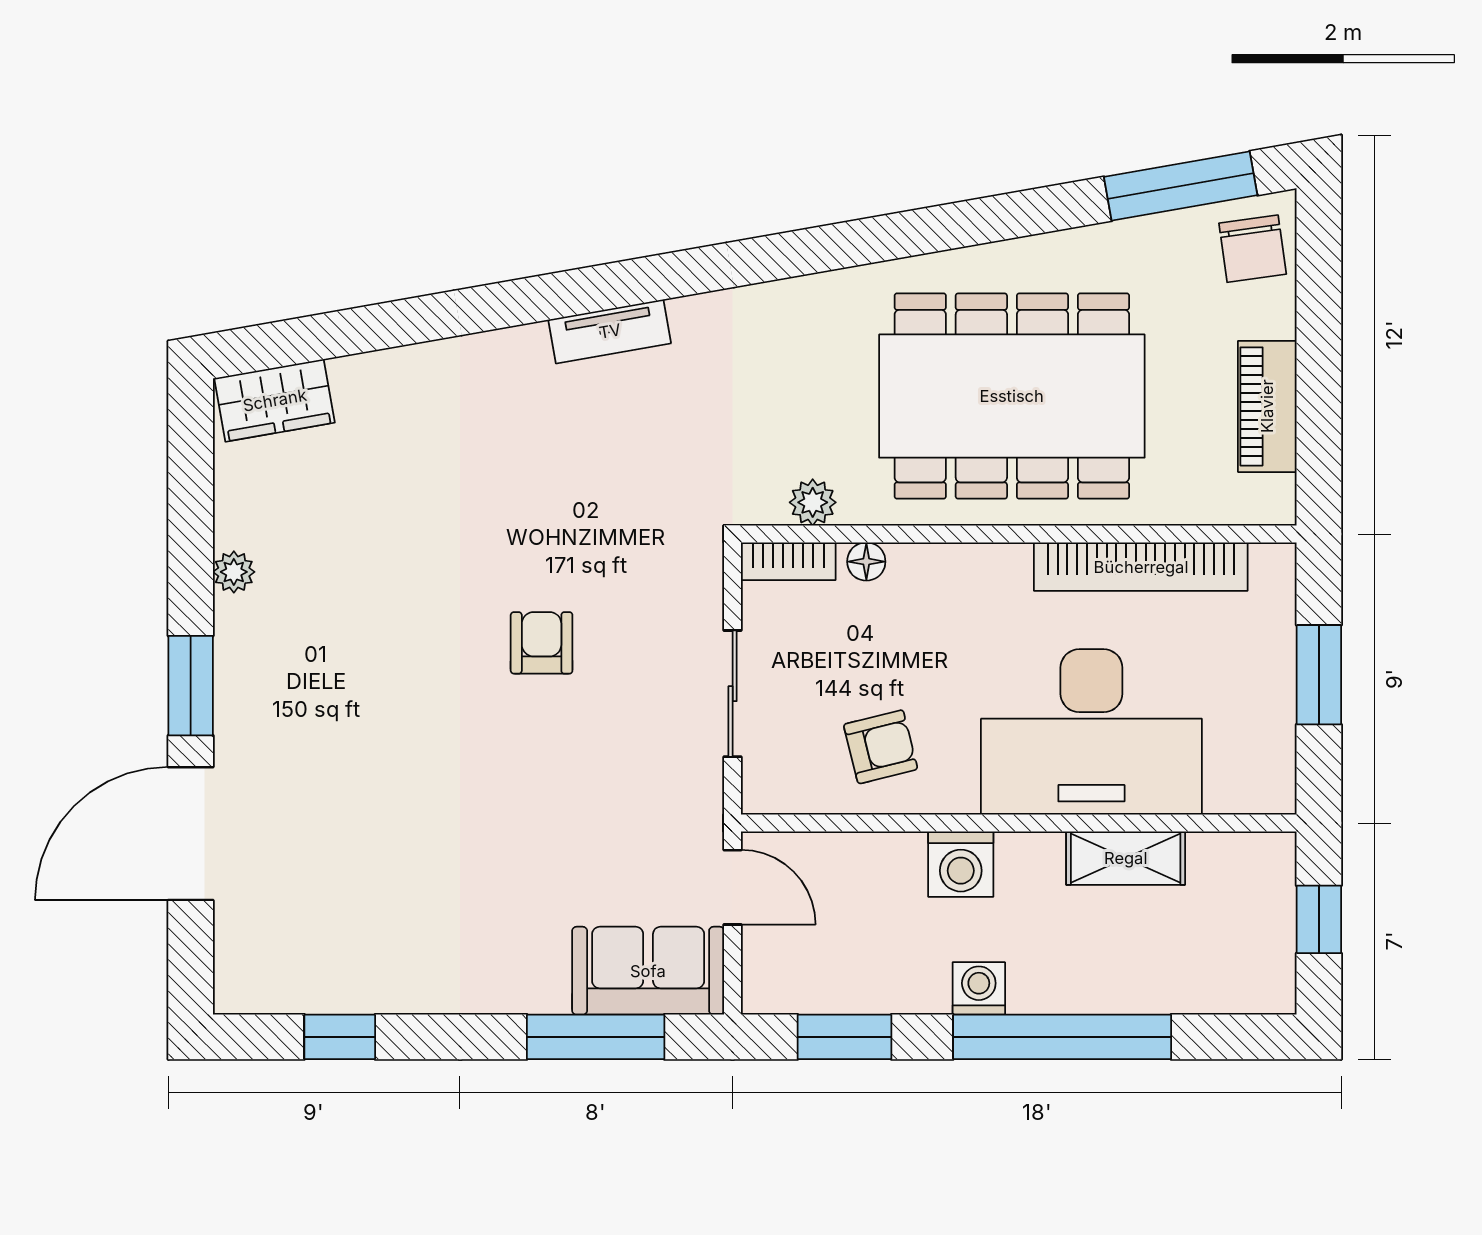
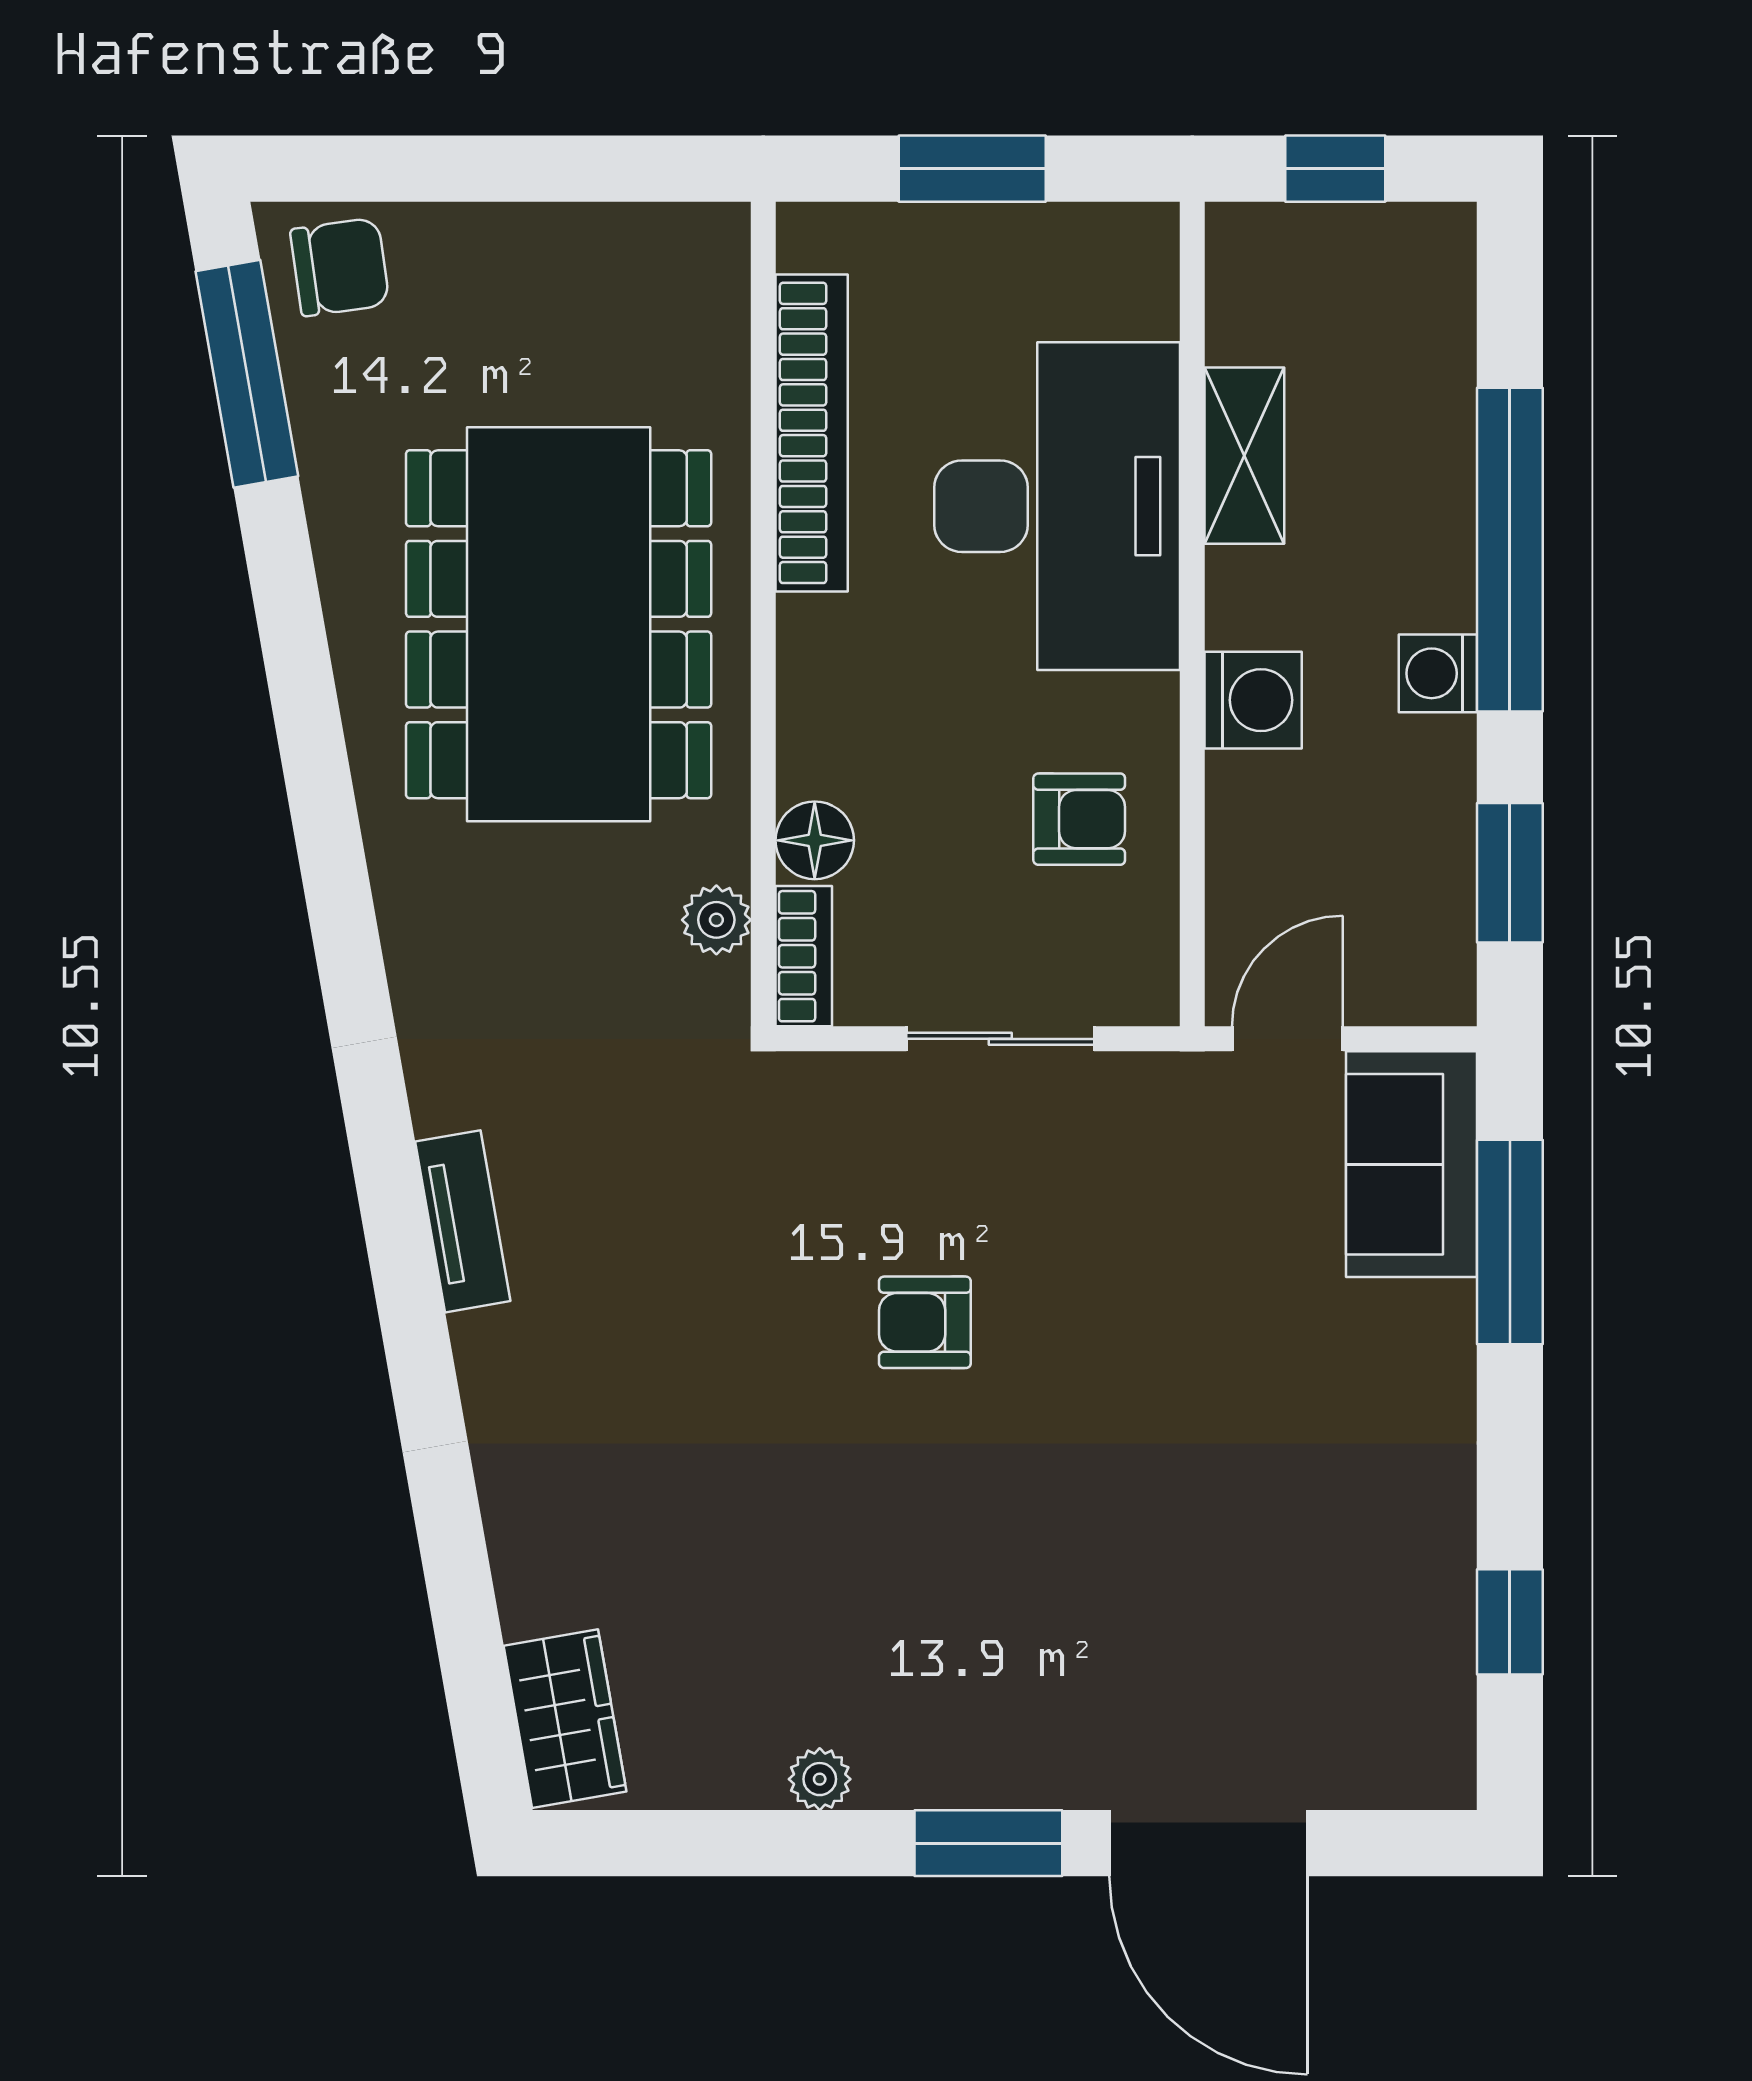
piano: (1267, 406) -> (574, 245), removed
floor lamp: (866, 562) -> (815, 840), width x1.37, depth x1.37
armchair: (881, 747) -> (1079, 819), turned 104

